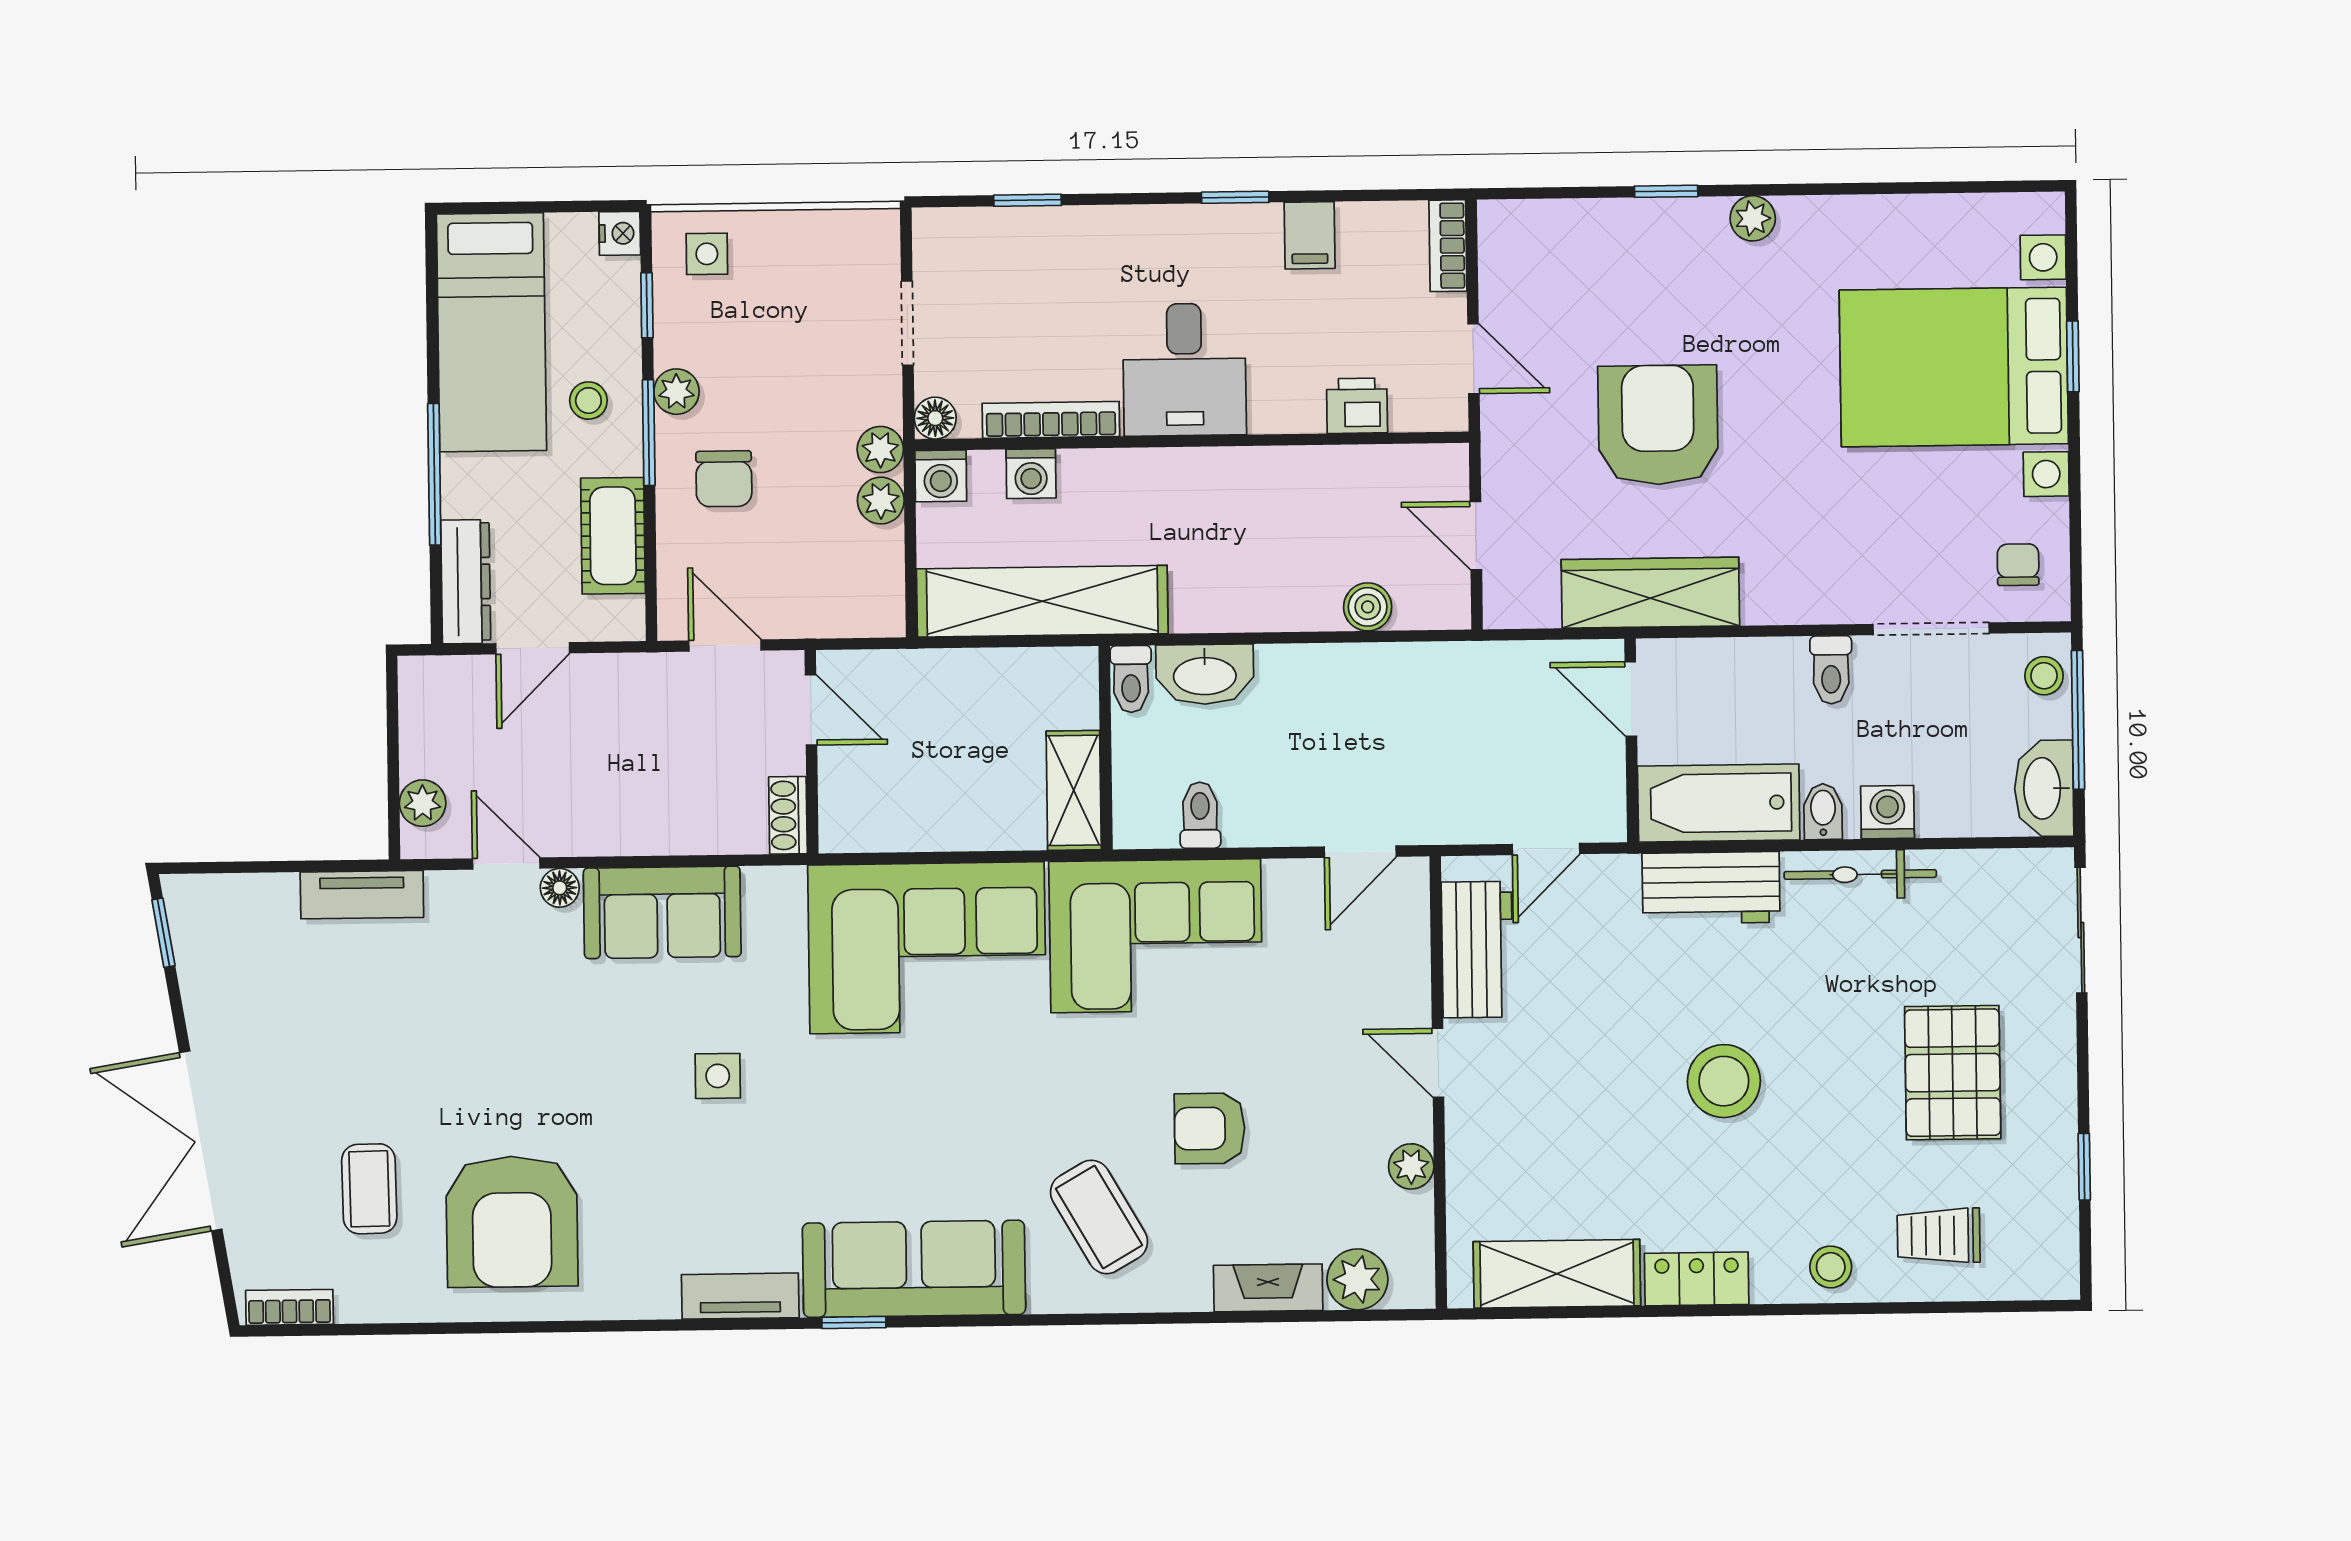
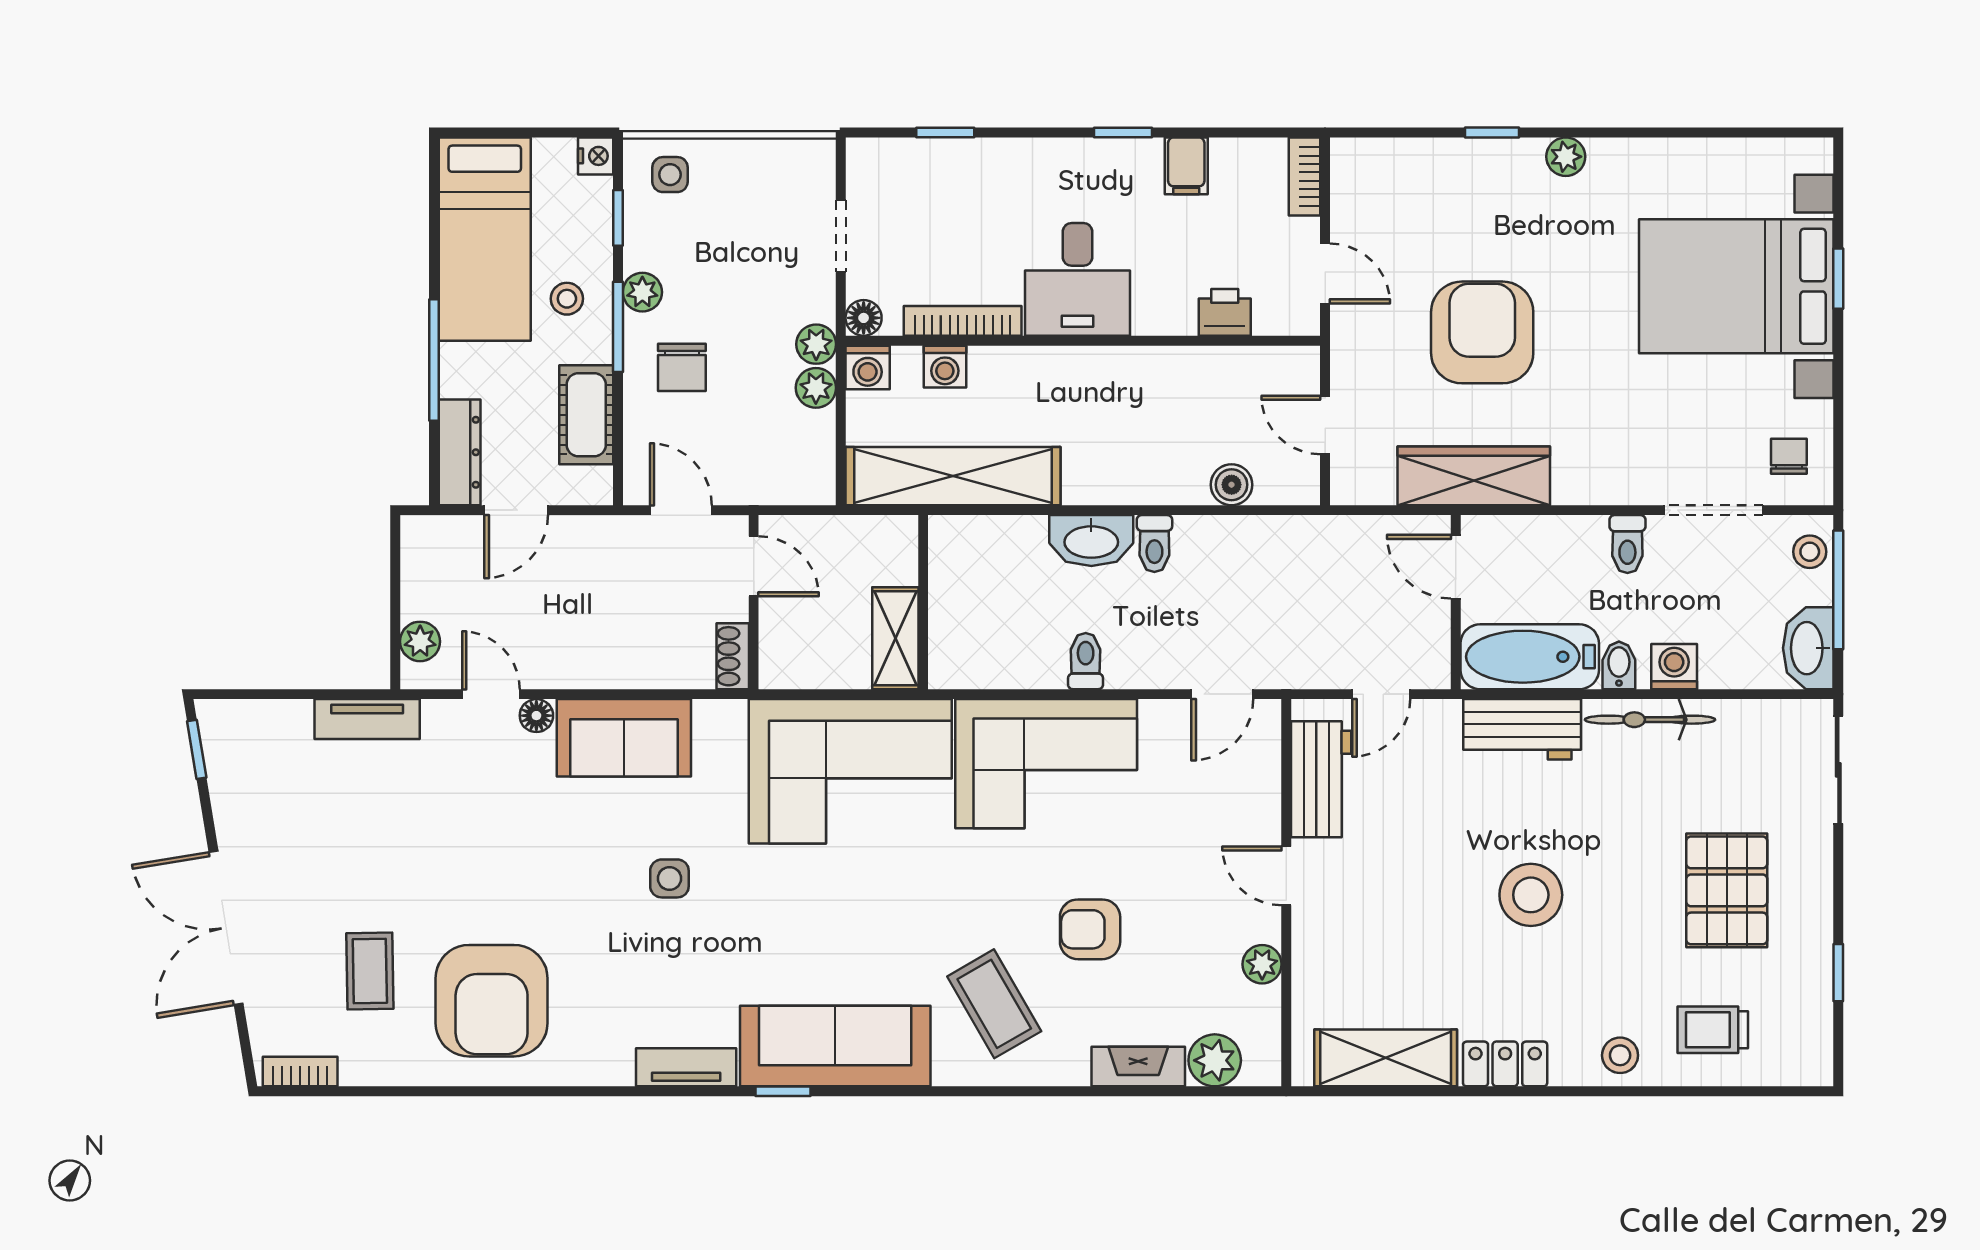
toilet: (1131, 679) -> (1154, 544), moved
wall: (1106, 748) -> (923, 602), moved
shelving: (1074, 790) -> (895, 638), moved

